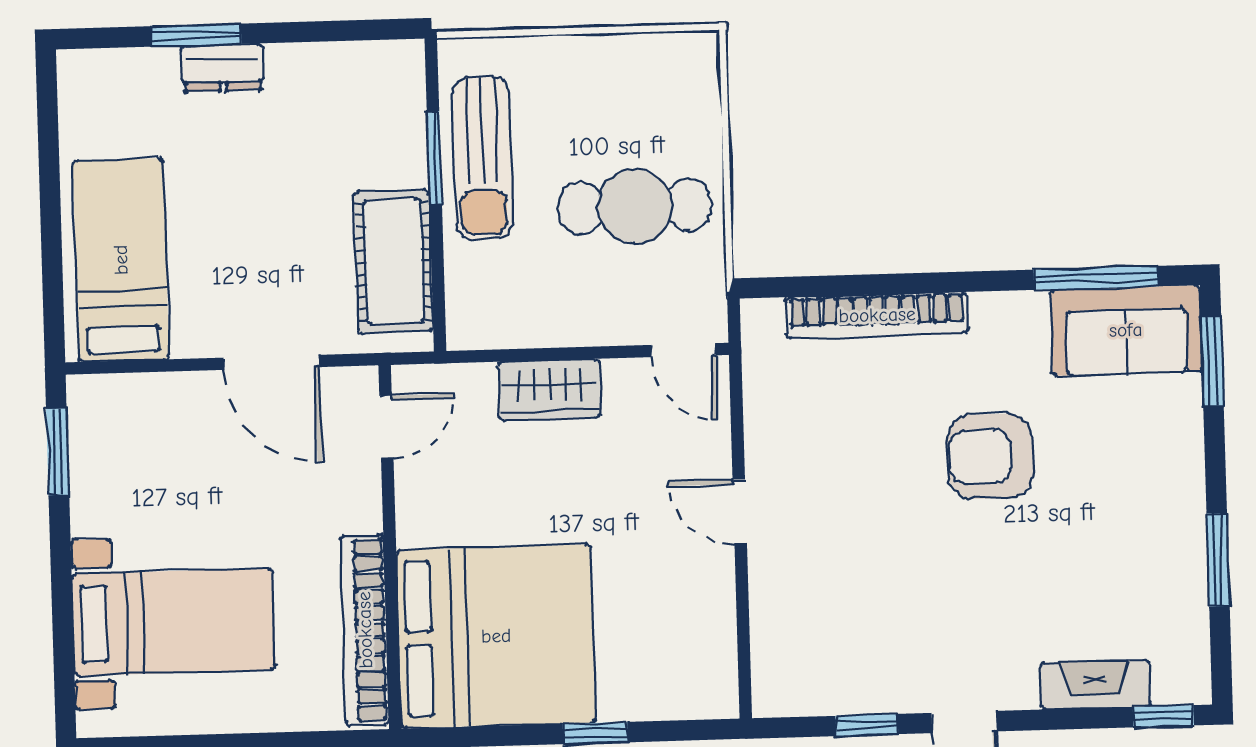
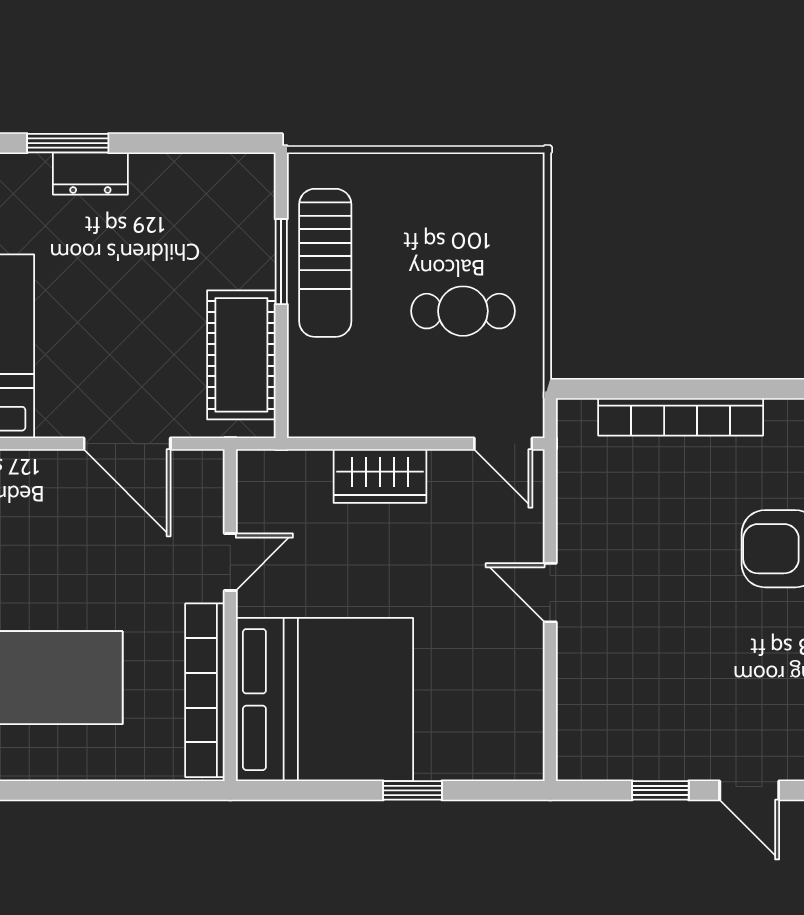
cafe table: (635, 206) -> (463, 311), width x0.73, depth x0.74
door: (386, 427) -> (230, 562), moved

